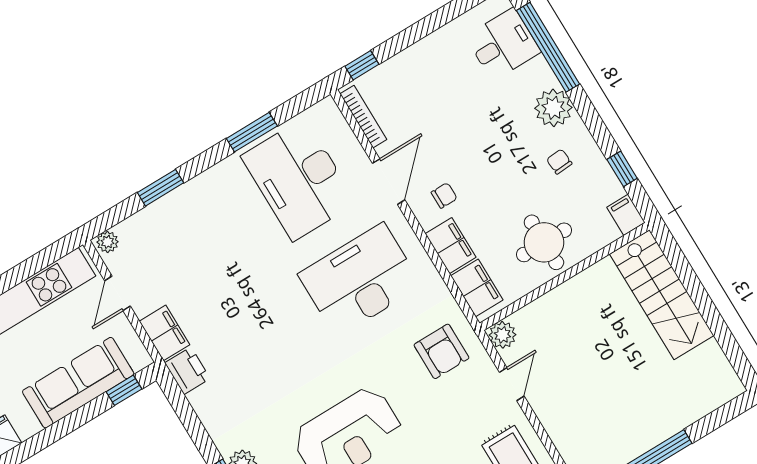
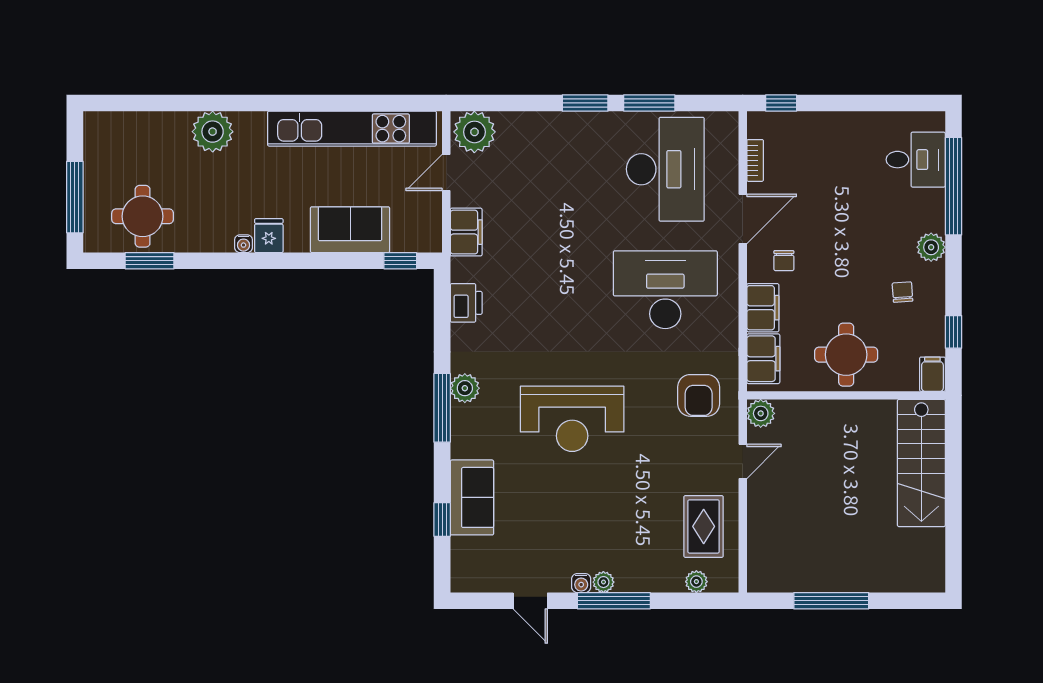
plant: (553, 108) -> (931, 247), width x0.73, depth x0.73
bookcase: (363, 117) -> (755, 160), width x0.64
desk: (299, 179) -> (665, 169), turned 180
window: (161, 188) -> (585, 103), moved
chair: (444, 195) -> (784, 261), turned 90
plant: (107, 242) -> (474, 132), width x1.88, depth x1.88
printer: (187, 371) -> (466, 303), moved
sofa: (78, 383) -> (350, 230), width x0.73

